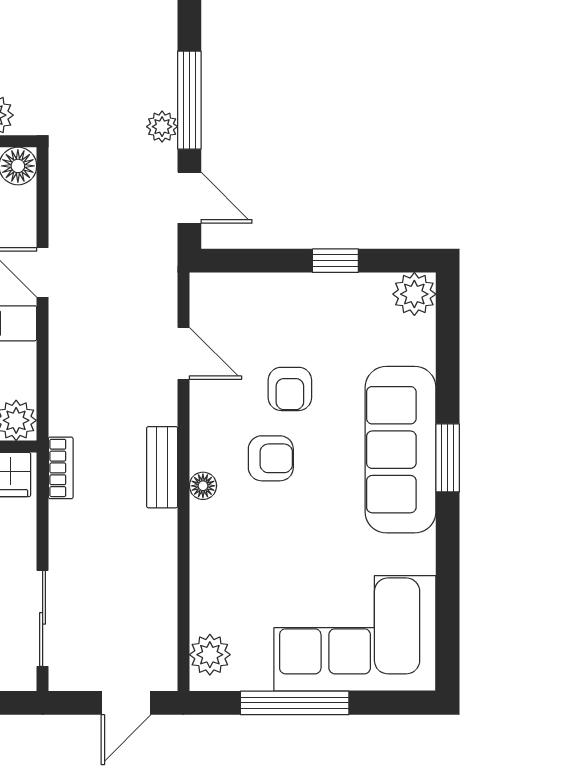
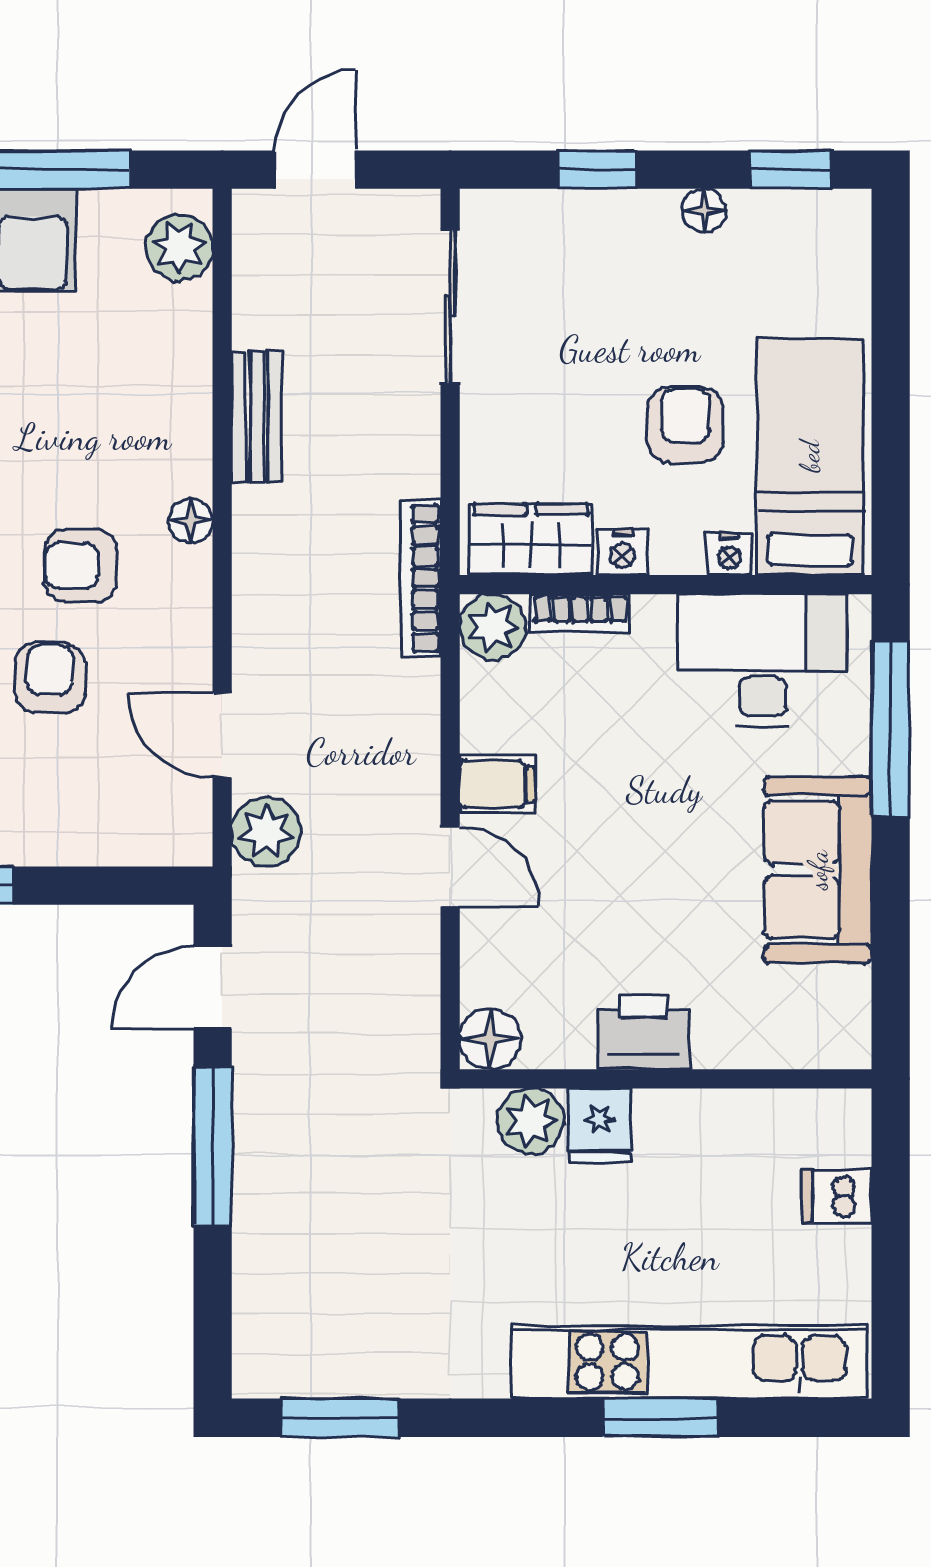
plant: (162, 127) -> (266, 832), moved, width x1.38, depth x1.38
door: (189, 198) -> (213, 988), hinge flipped
bench: (162, 467) -> (257, 417), moved
bookcase: (61, 468) -> (421, 578), width x1.56

